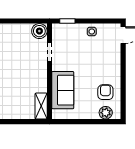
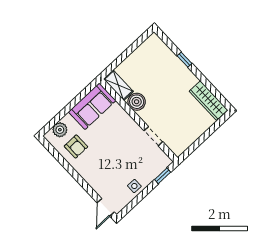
boiler: (39, 31) -> (137, 102), moved
sofa: (63, 90) -> (92, 106), moved, turned -90

